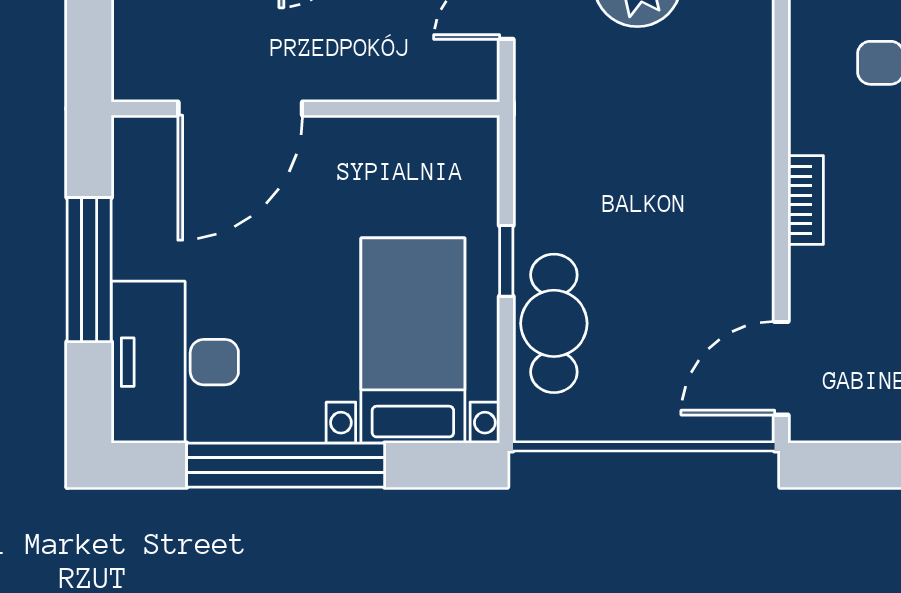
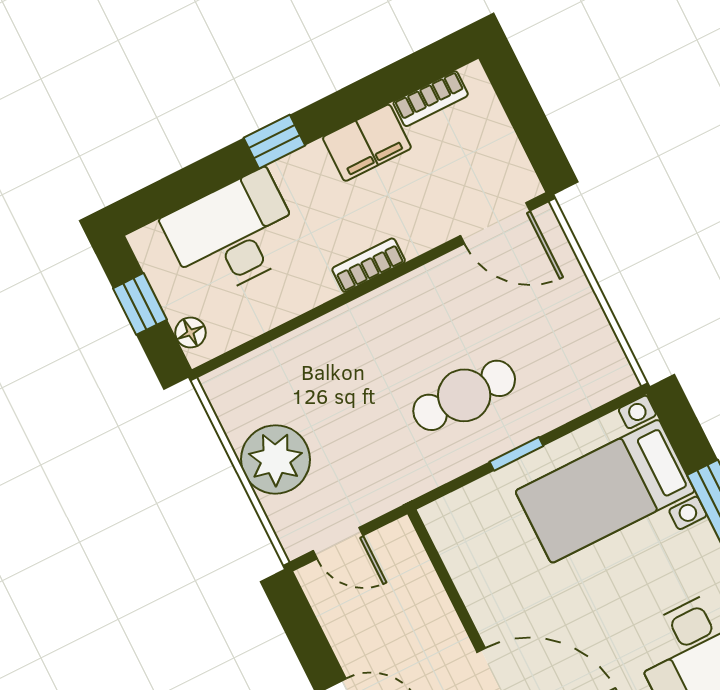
cafe table: (554, 323) -> (464, 395), moved

